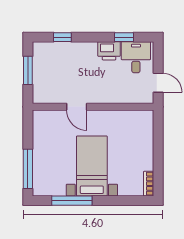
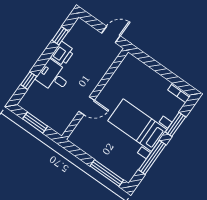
desk: (136, 57) -> (53, 77), moved
window: (117, 201) -> (175, 124), added

